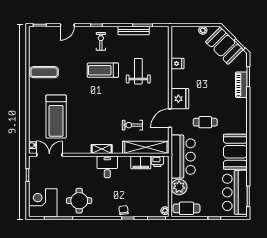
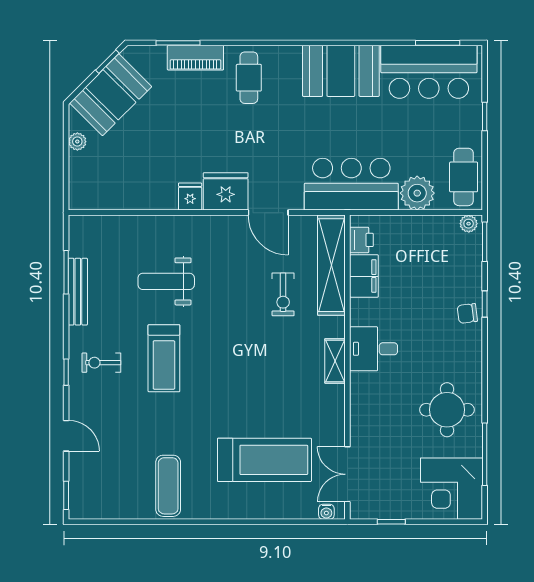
fridge: (177, 64) -> (190, 197), moved
cafe table: (205, 122) -> (249, 78), moved

